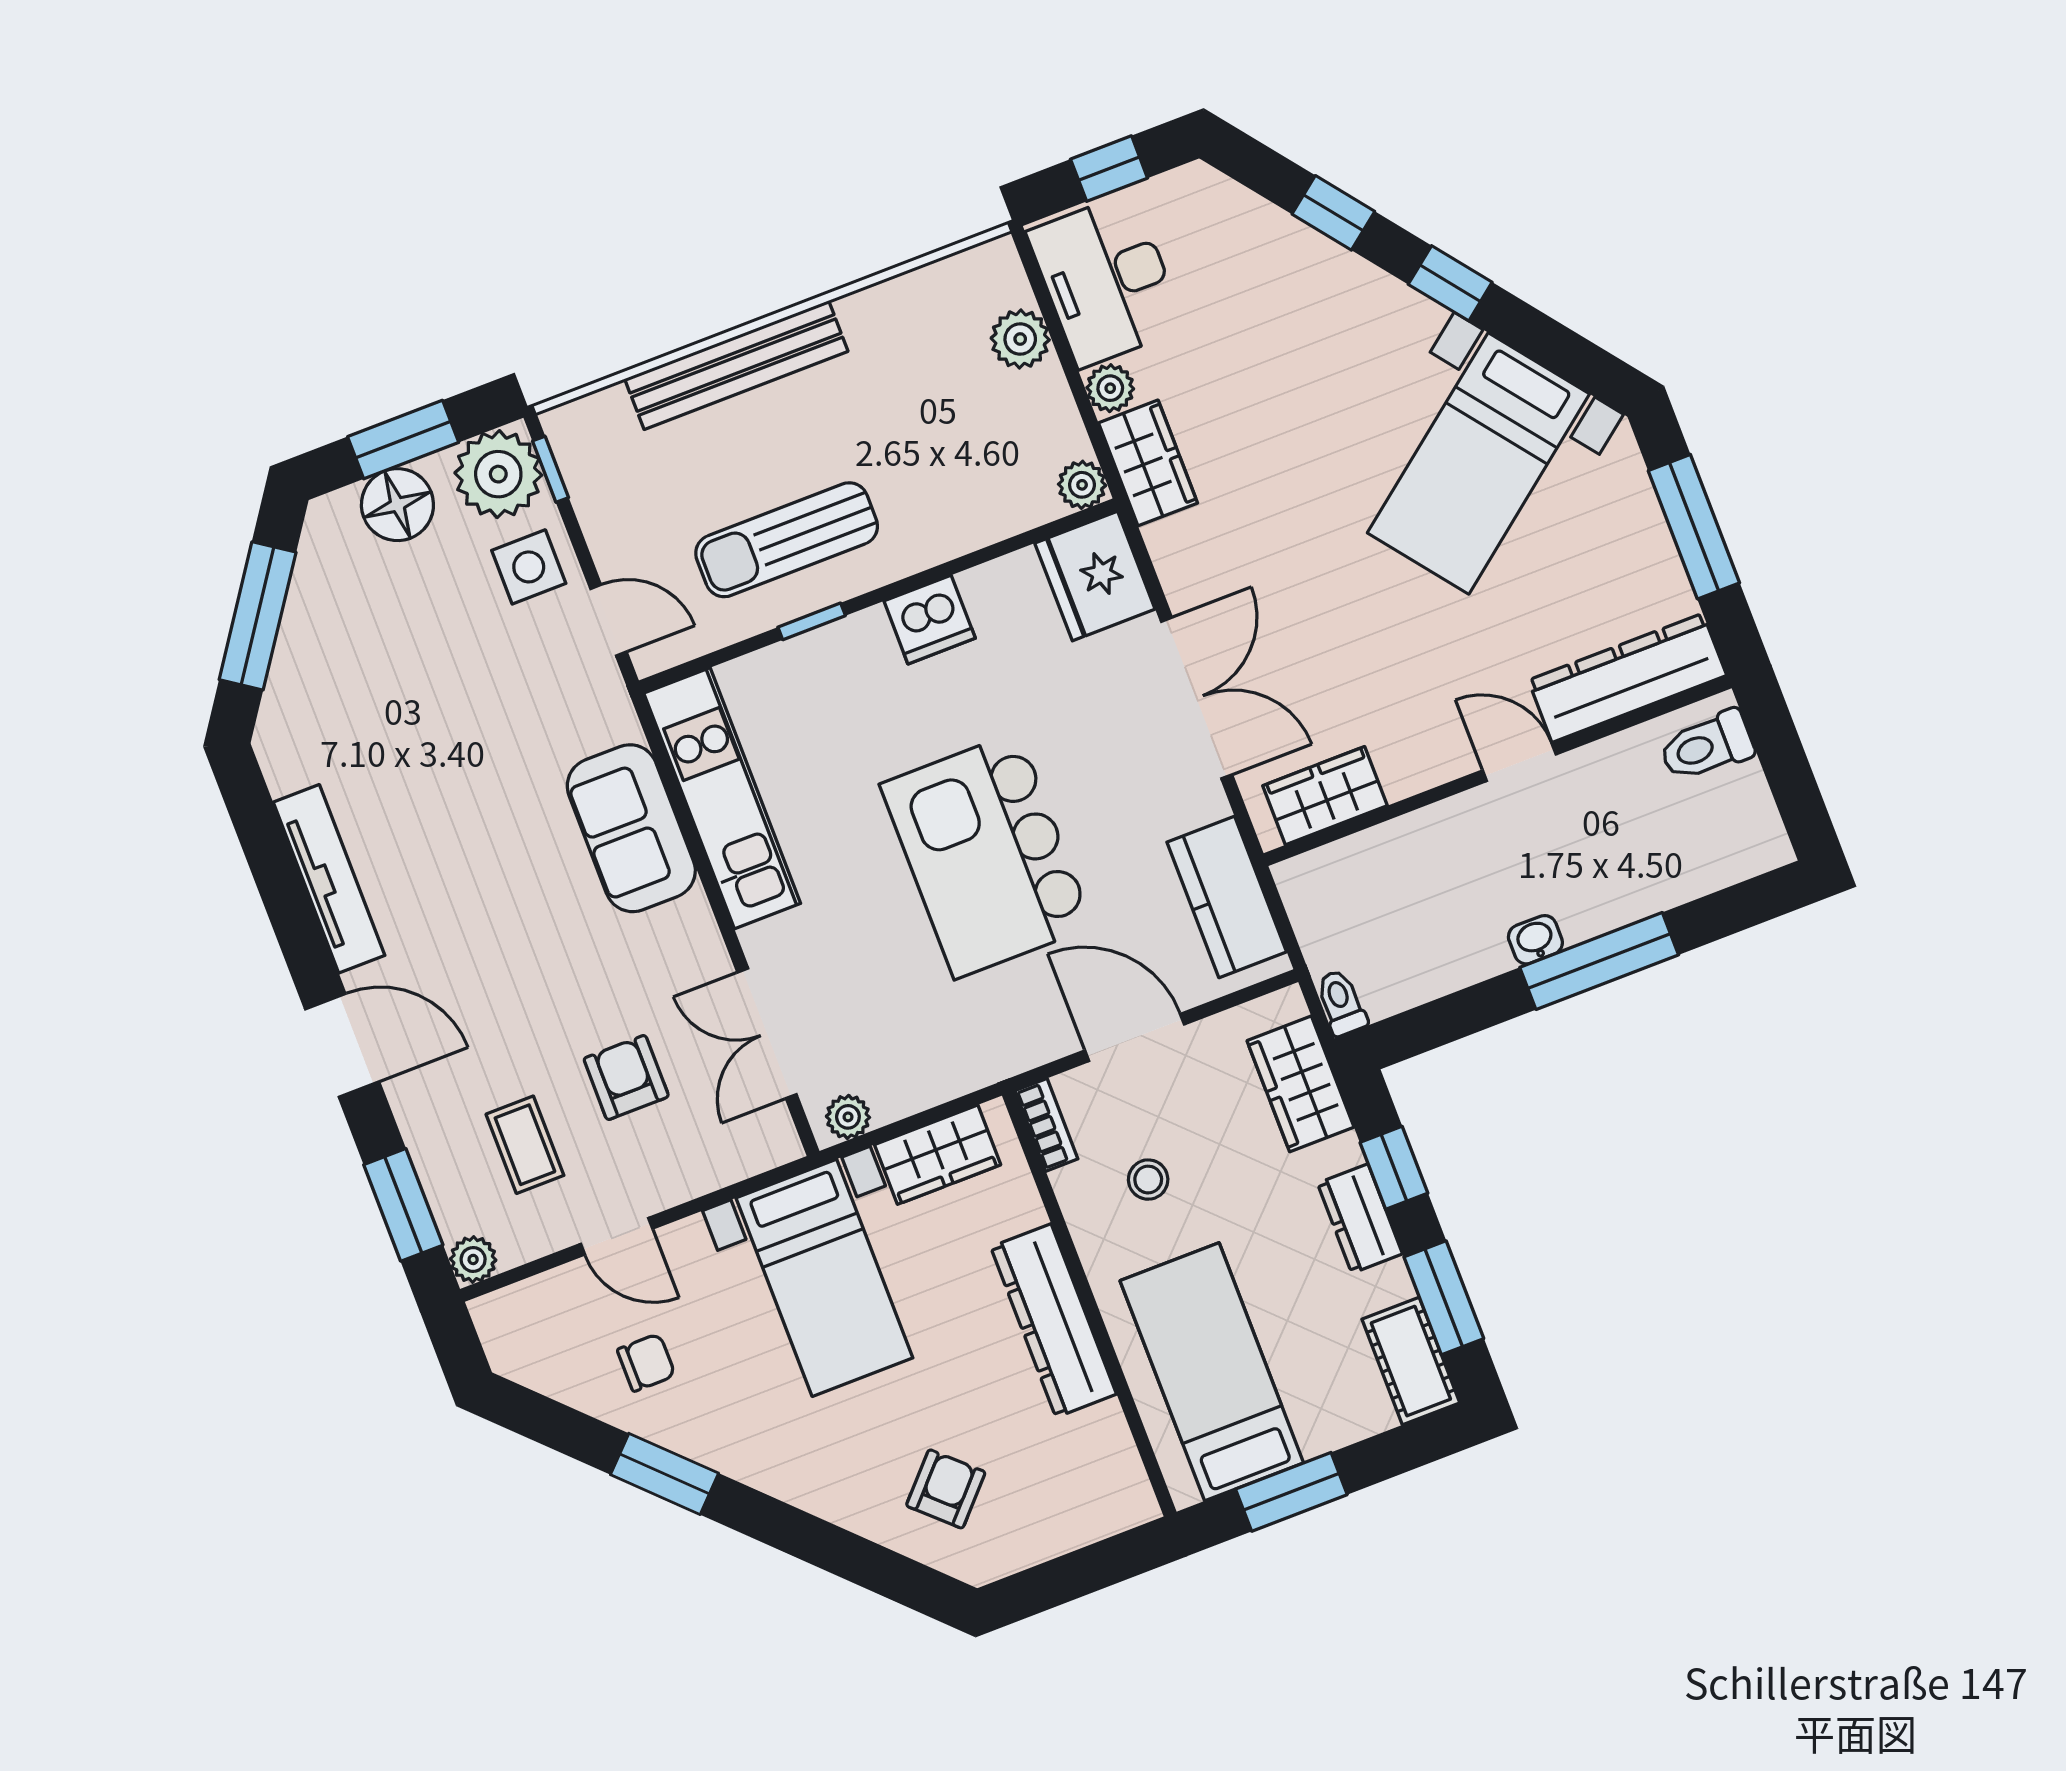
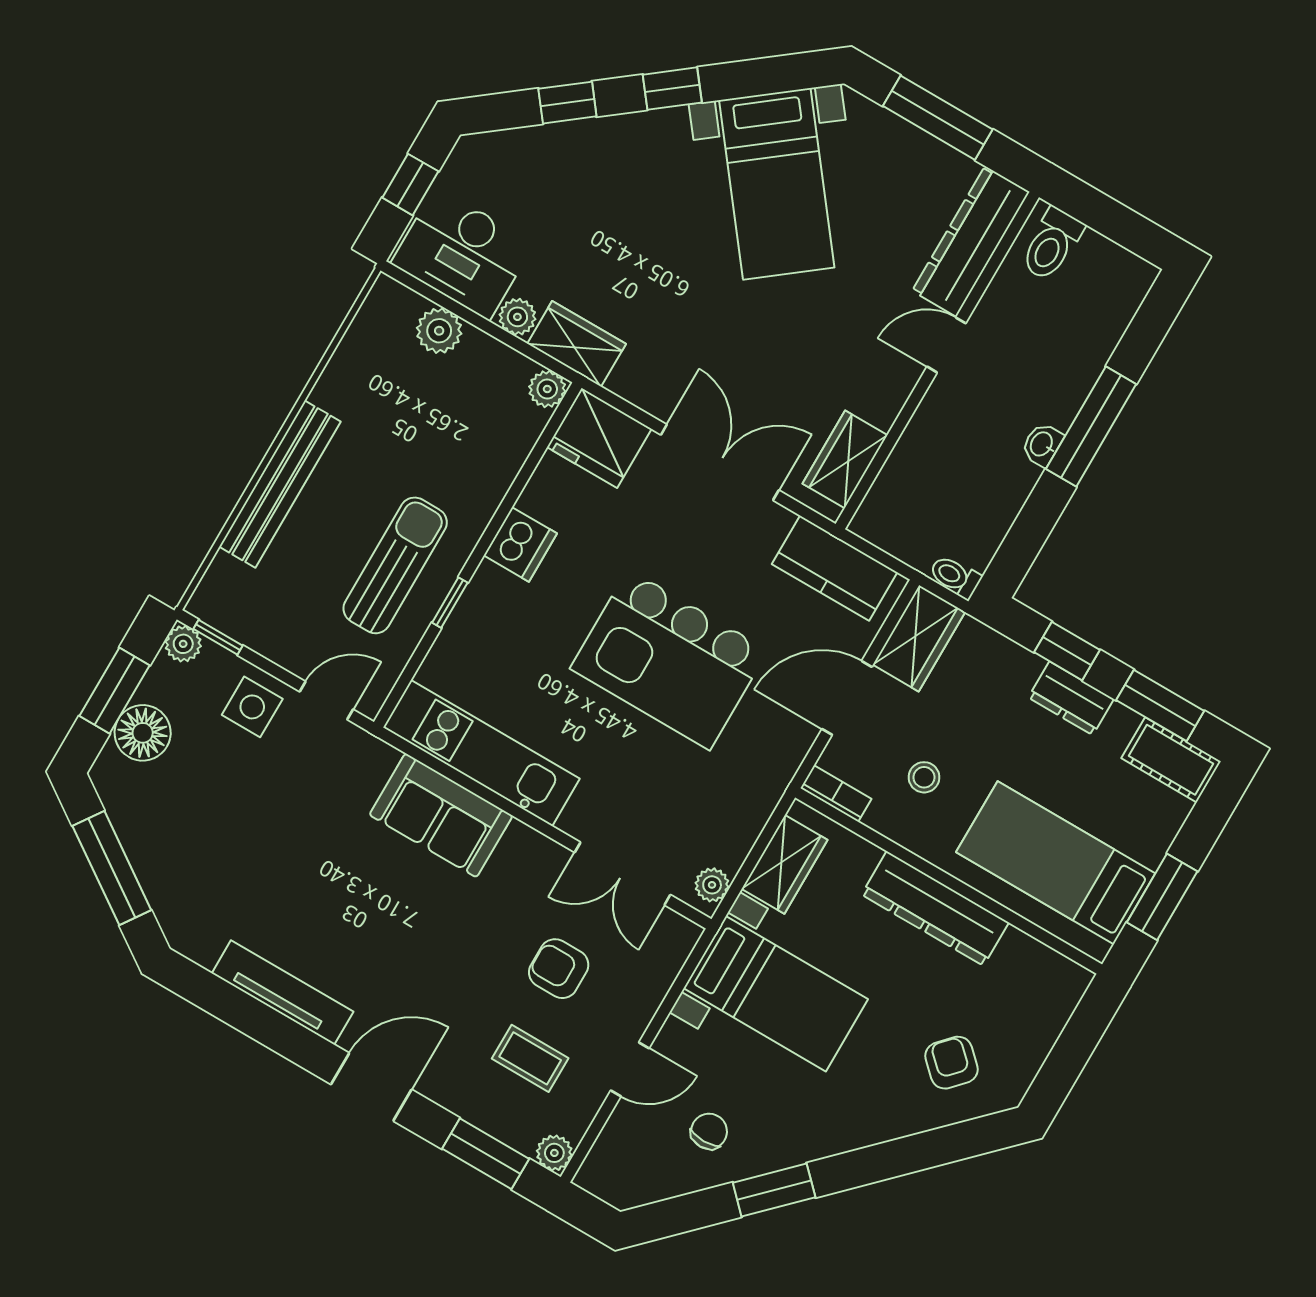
plant: (498, 474) -> (183, 644), width x0.53, depth x0.53
sun lounger: (787, 540) -> (395, 565), turned 180
wardrobe: (1300, 1084) -> (919, 638), moved, turned -90

